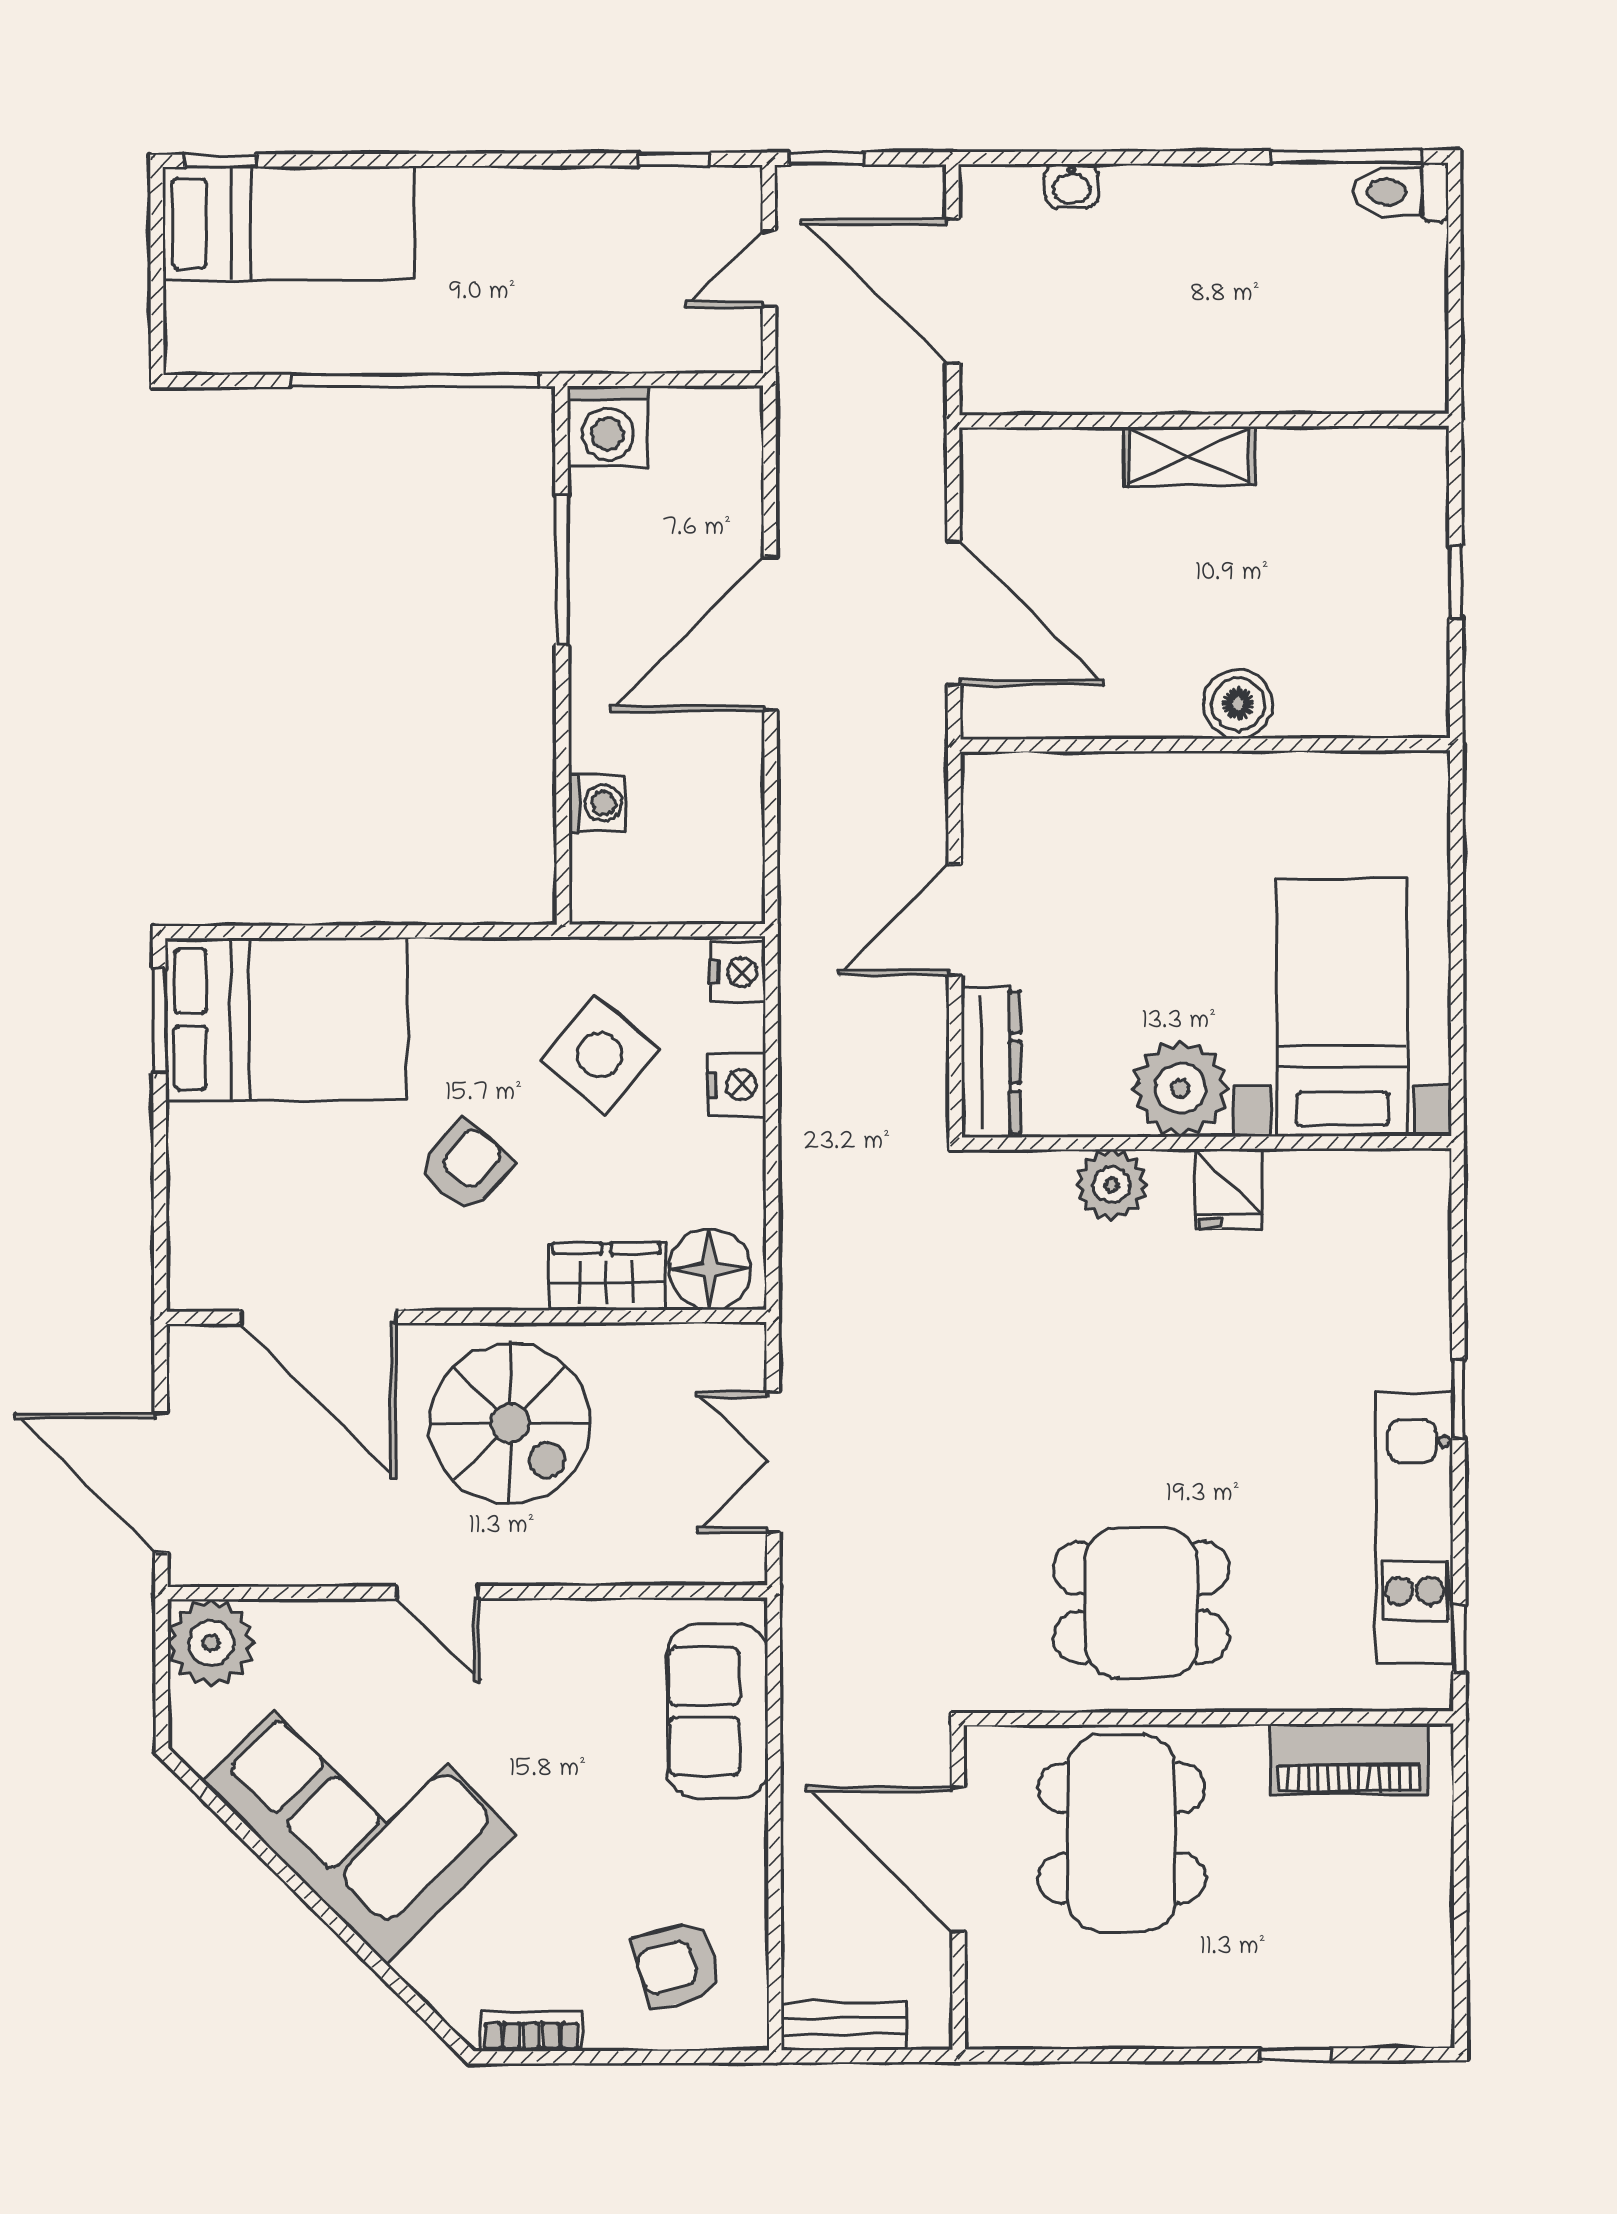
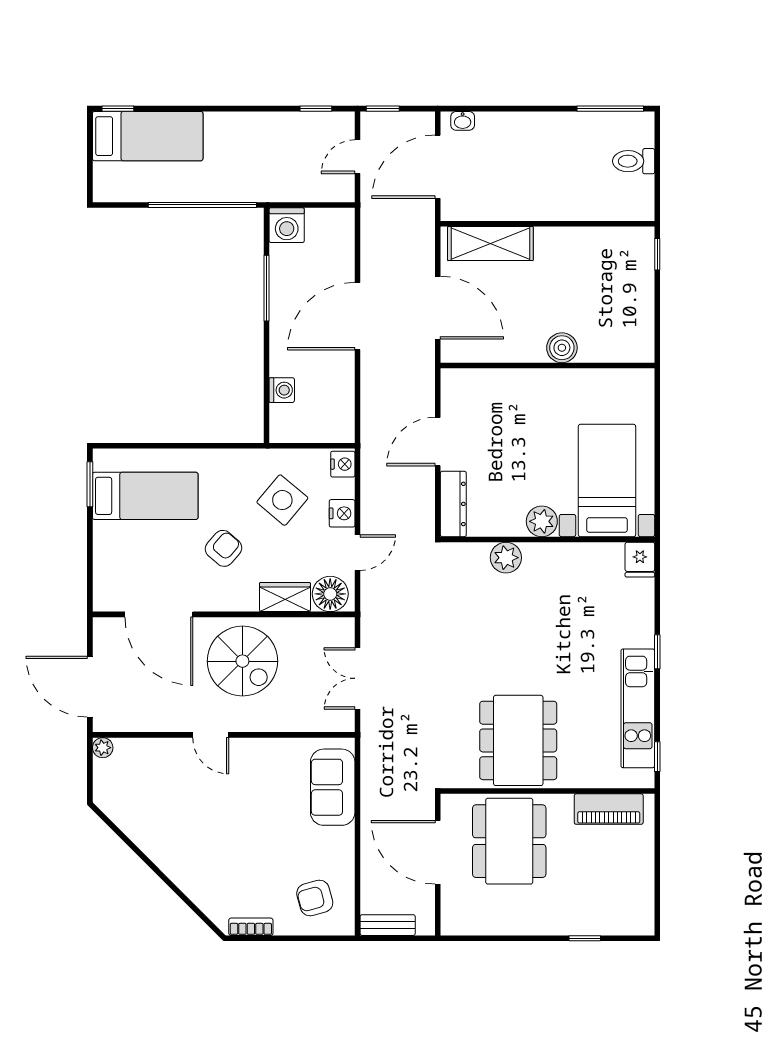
washbasin: (1072, 186) -> (463, 121), moved
toilet: (1400, 192) -> (634, 161), moved
door: (953, 291) -> (438, 167), hinge flipped
shelving: (1189, 456) -> (490, 243), moved, width x1.50, depth x1.33
window: (1456, 582) -> (657, 254), moved
bed: (286, 1019) -> (145, 496), width x0.67
plant: (1180, 1089) -> (542, 521), width x0.73, depth x0.73
door: (772, 1174) -> (358, 553), added
fridge: (1228, 1189) -> (640, 560), moved
dining table: (1141, 1603) -> (518, 740), width x1.38
plant: (211, 1643) -> (103, 748), width x0.53, depth x0.53
corner sofa: (360, 1808) -> (176, 829), removed

